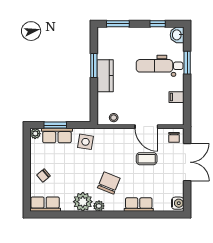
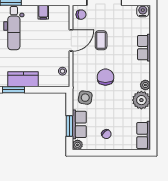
chair: (43, 175) -> (106, 134), moved
chair: (109, 183) -> (105, 77), moved, turned 68

